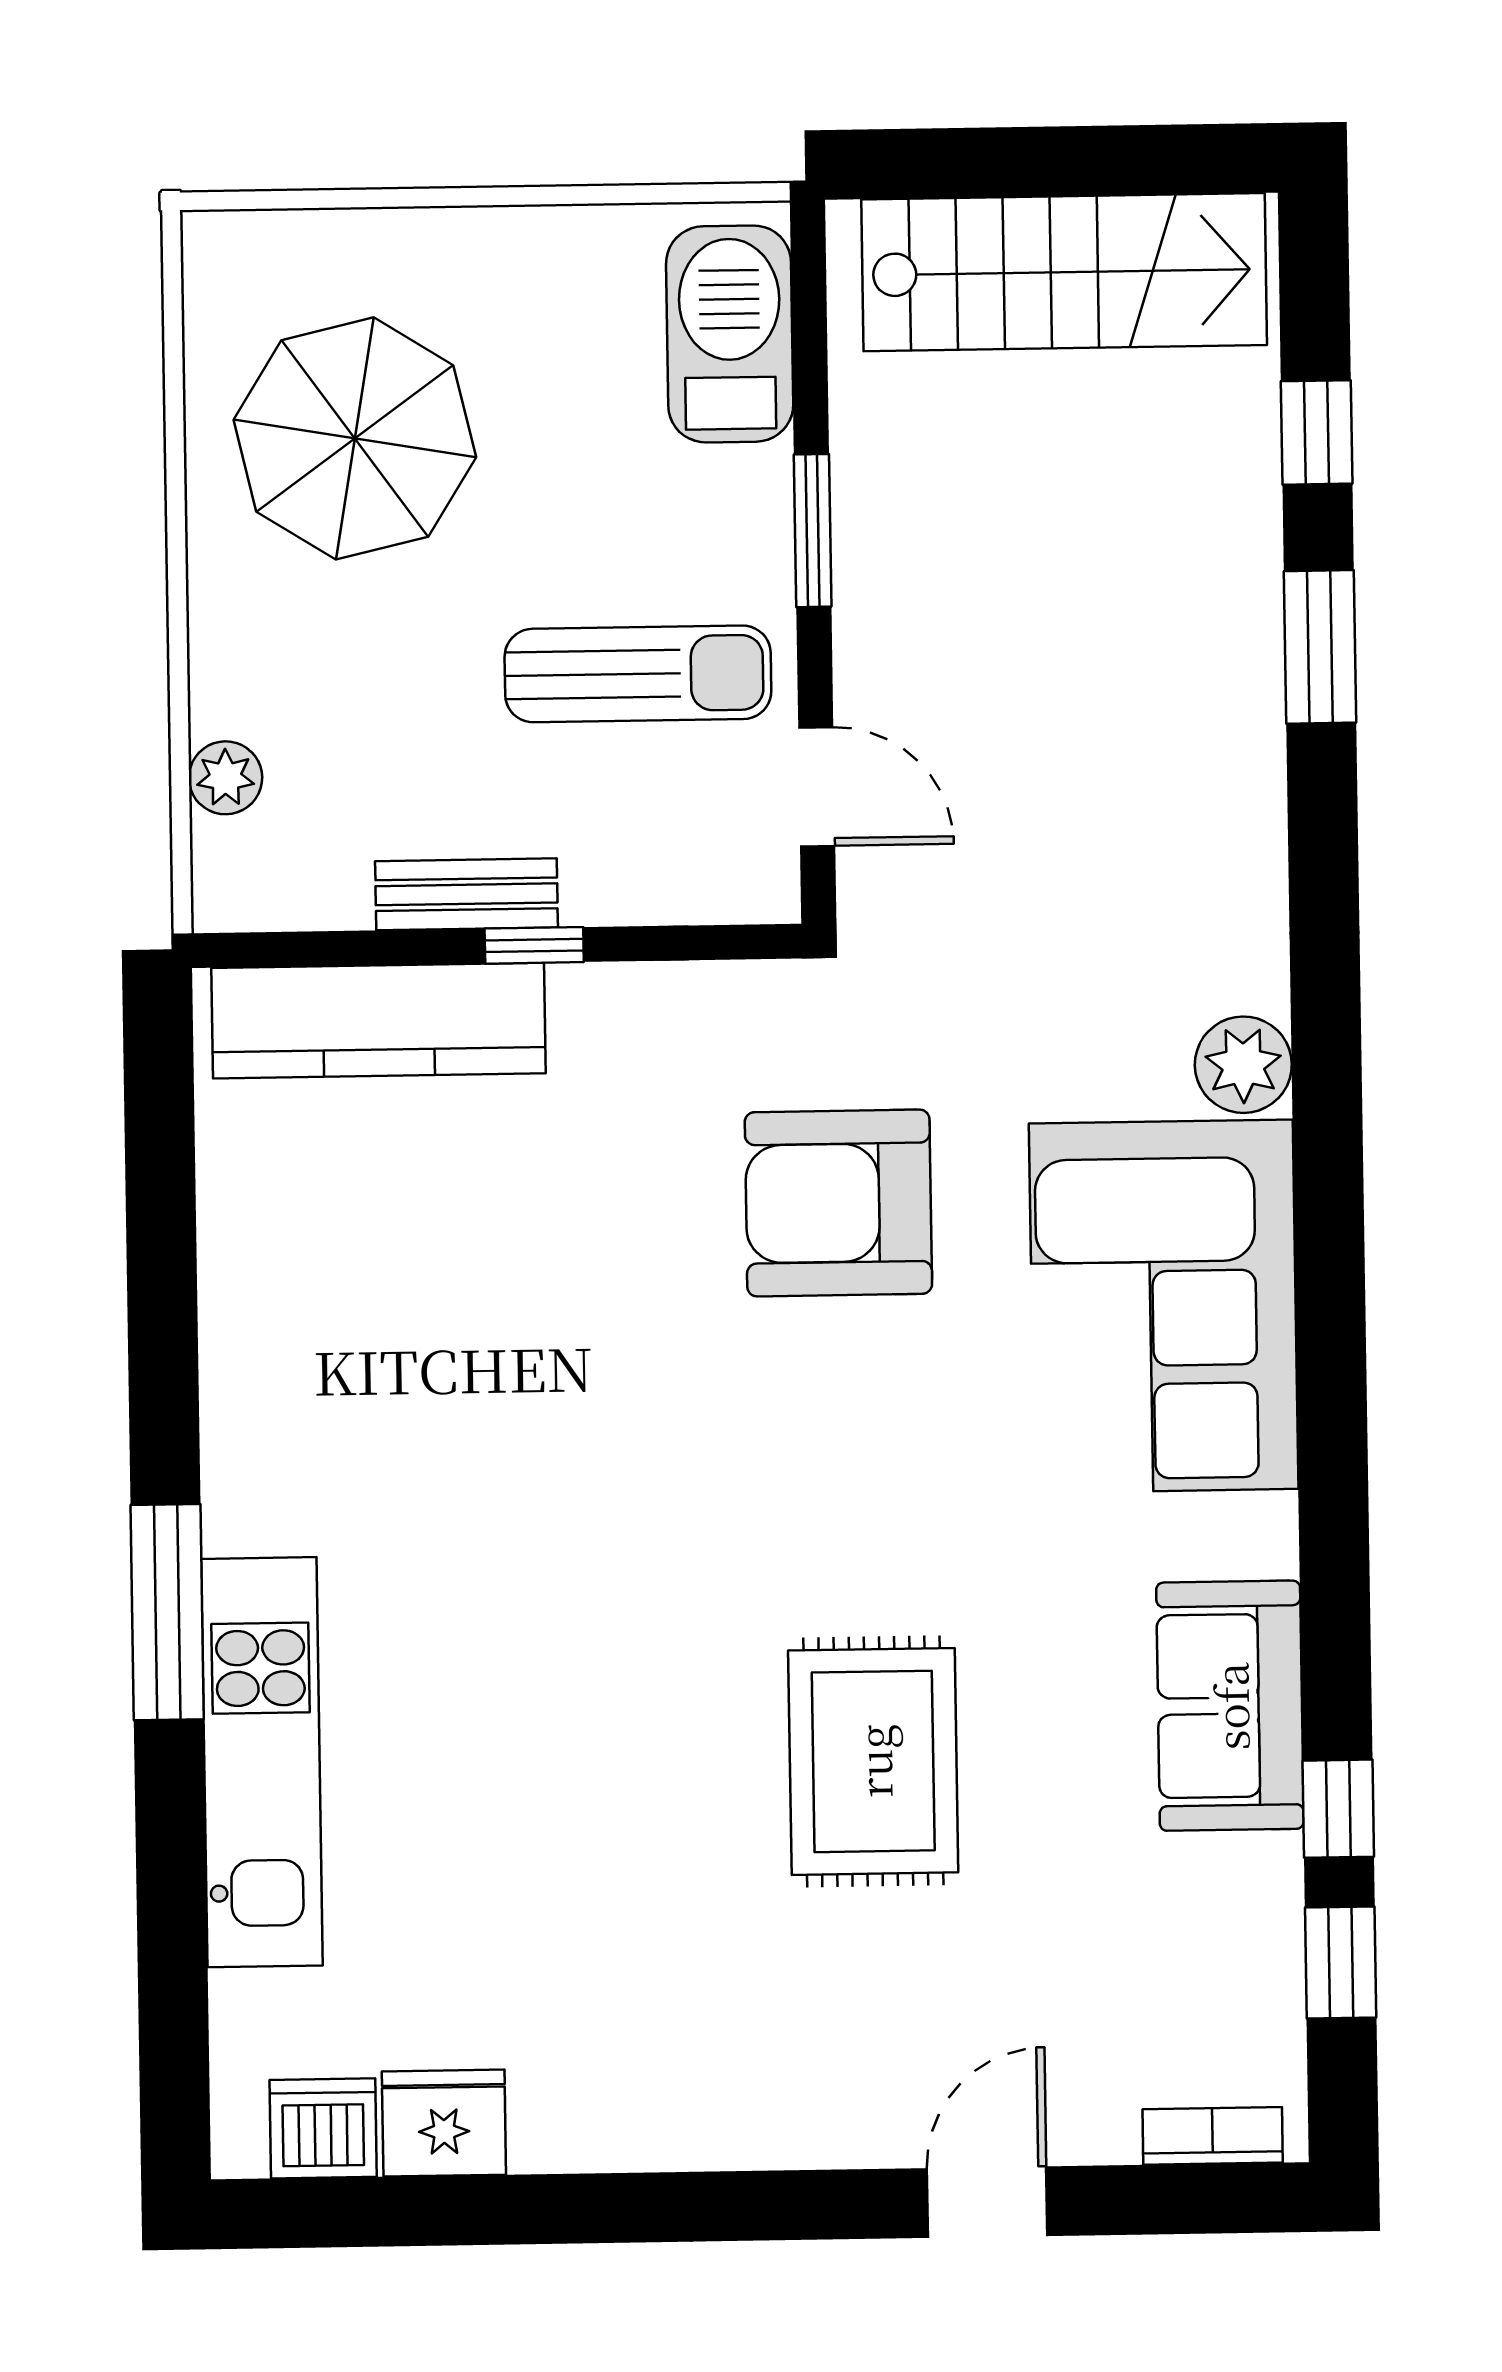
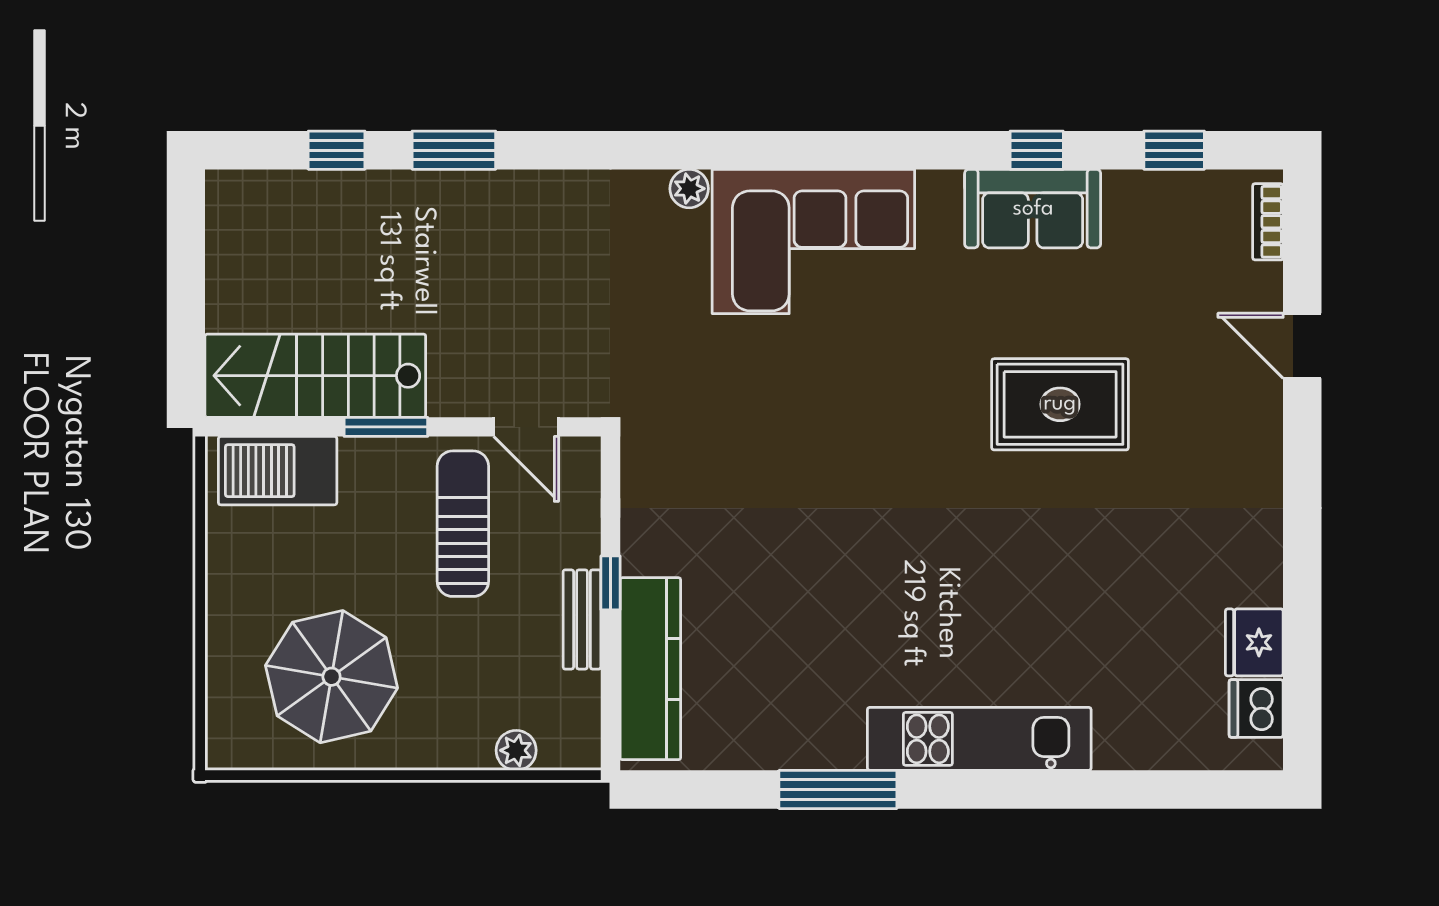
stairs: (1064, 272) -> (315, 376), moved, turned -90
door: (817, 787) -> (526, 427), swing flipped
plant: (1243, 1065) -> (689, 189), width x0.73, depth x0.73
armchair: (838, 1203) -> (754, 419), removed
window: (167, 1612) -> (838, 789), moved
kitchen unit: (262, 1762) -> (979, 739), moved
window: (1338, 1809) -> (1037, 150), moved

